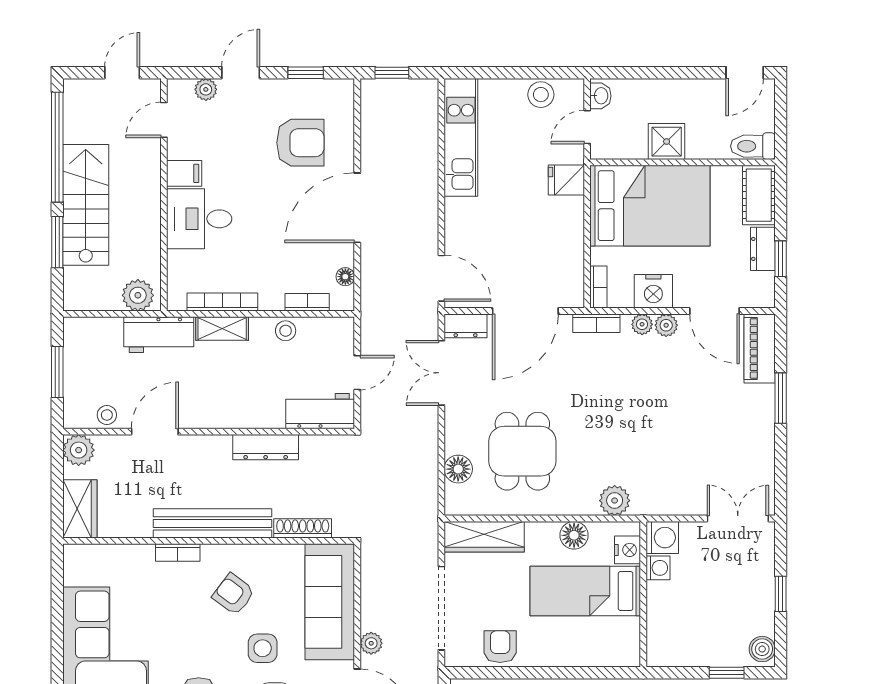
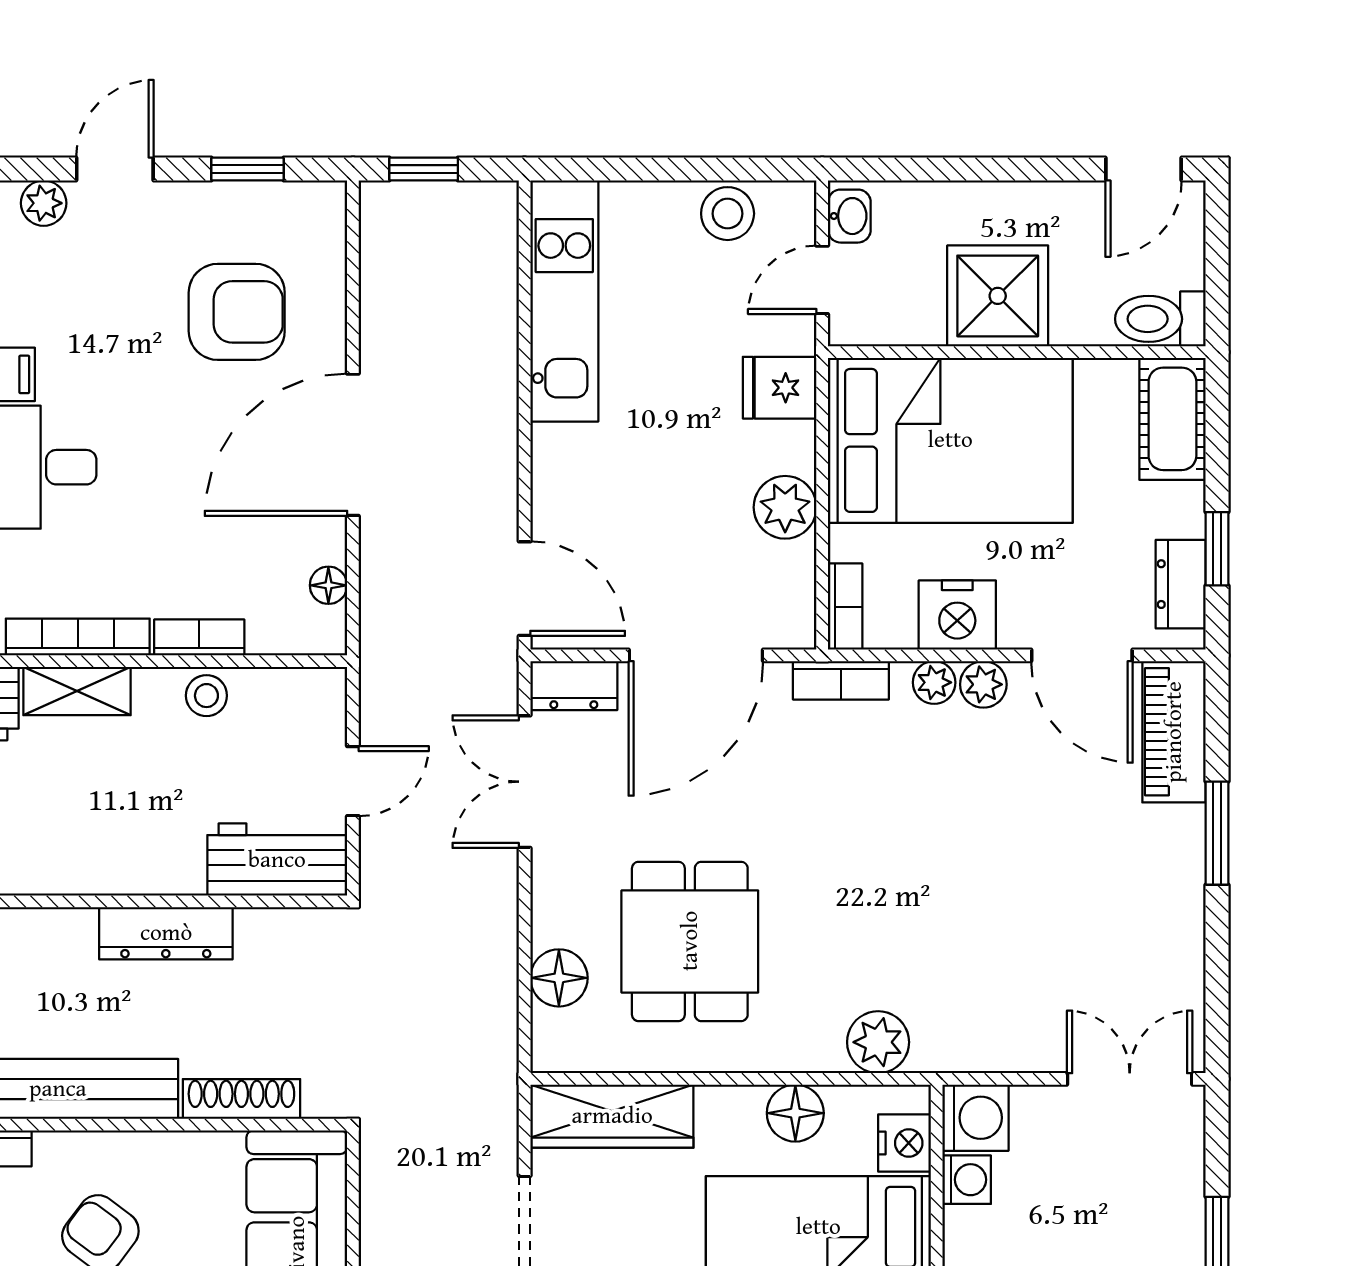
shower: (667, 142) -> (998, 296), width x1.36, depth x1.36
plant: (569, 238) -> (785, 507), added
dresser: (763, 249) -> (1181, 584), moved
bookcase: (307, 302) -> (199, 637), moved

